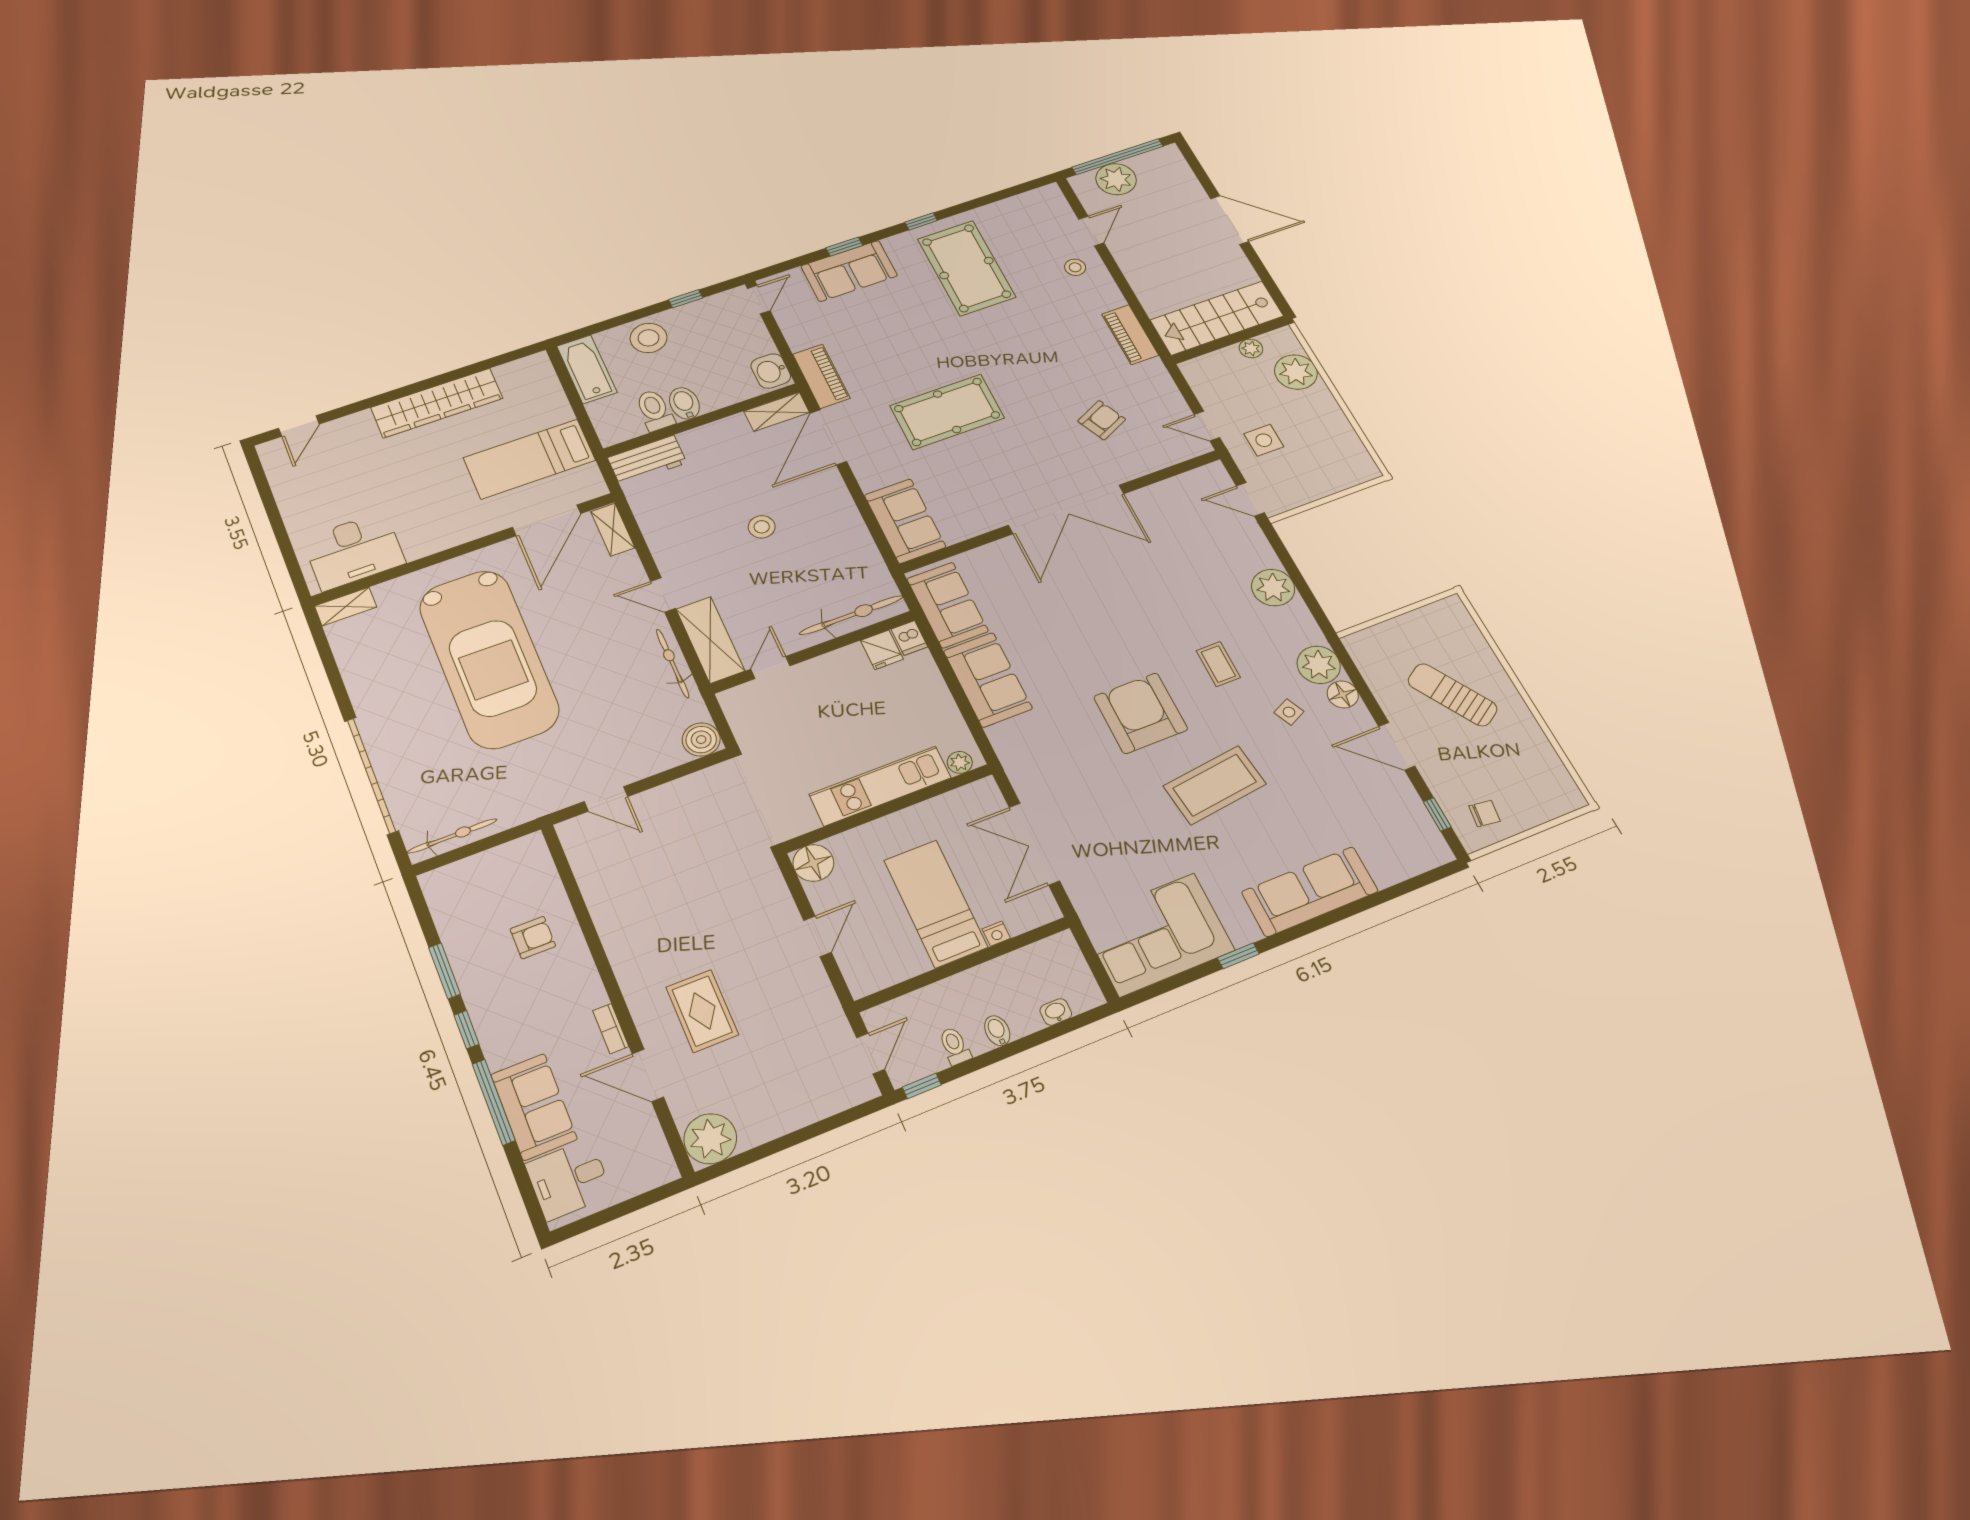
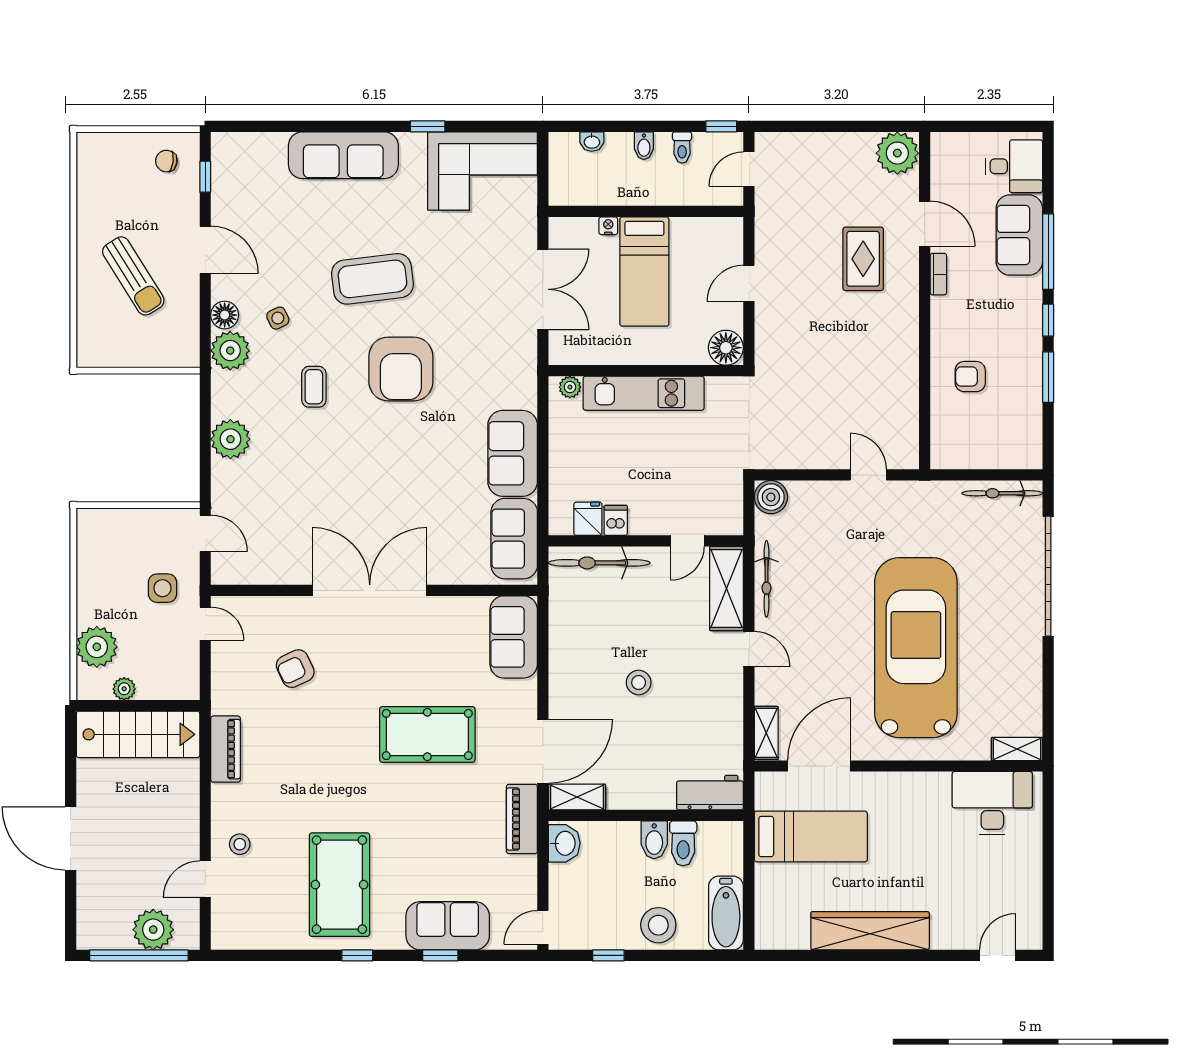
dishwasher: (909, 638) -> (616, 520), moved

